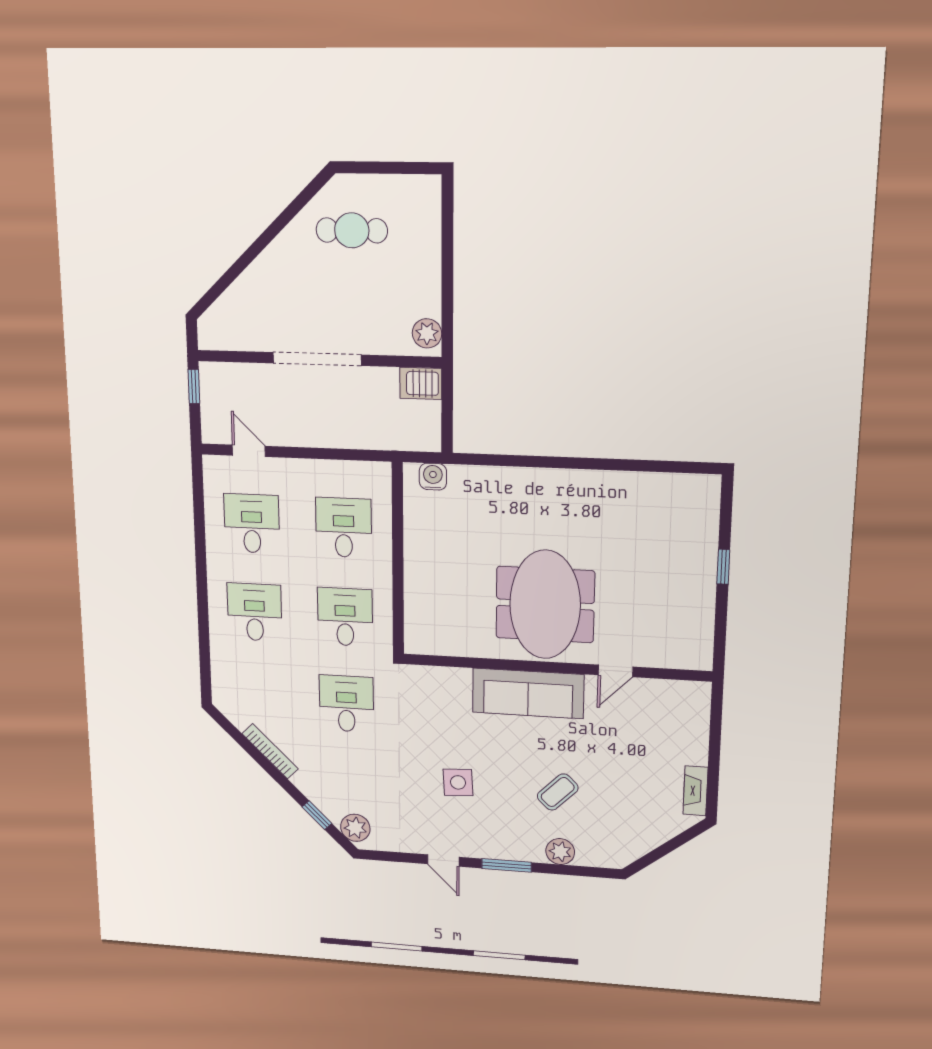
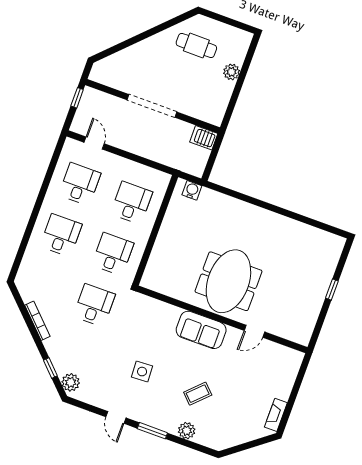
plant: (427, 333) -> (232, 72), moved
sofa: (528, 693) -> (201, 330), width x0.73

